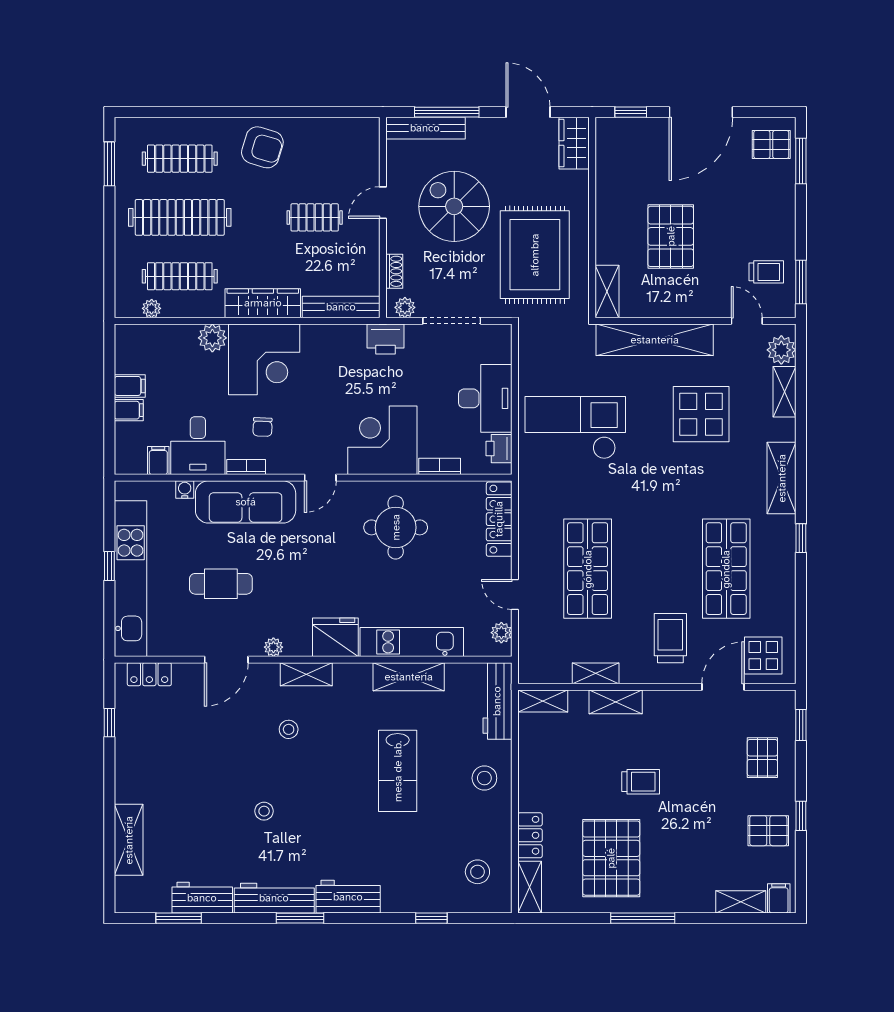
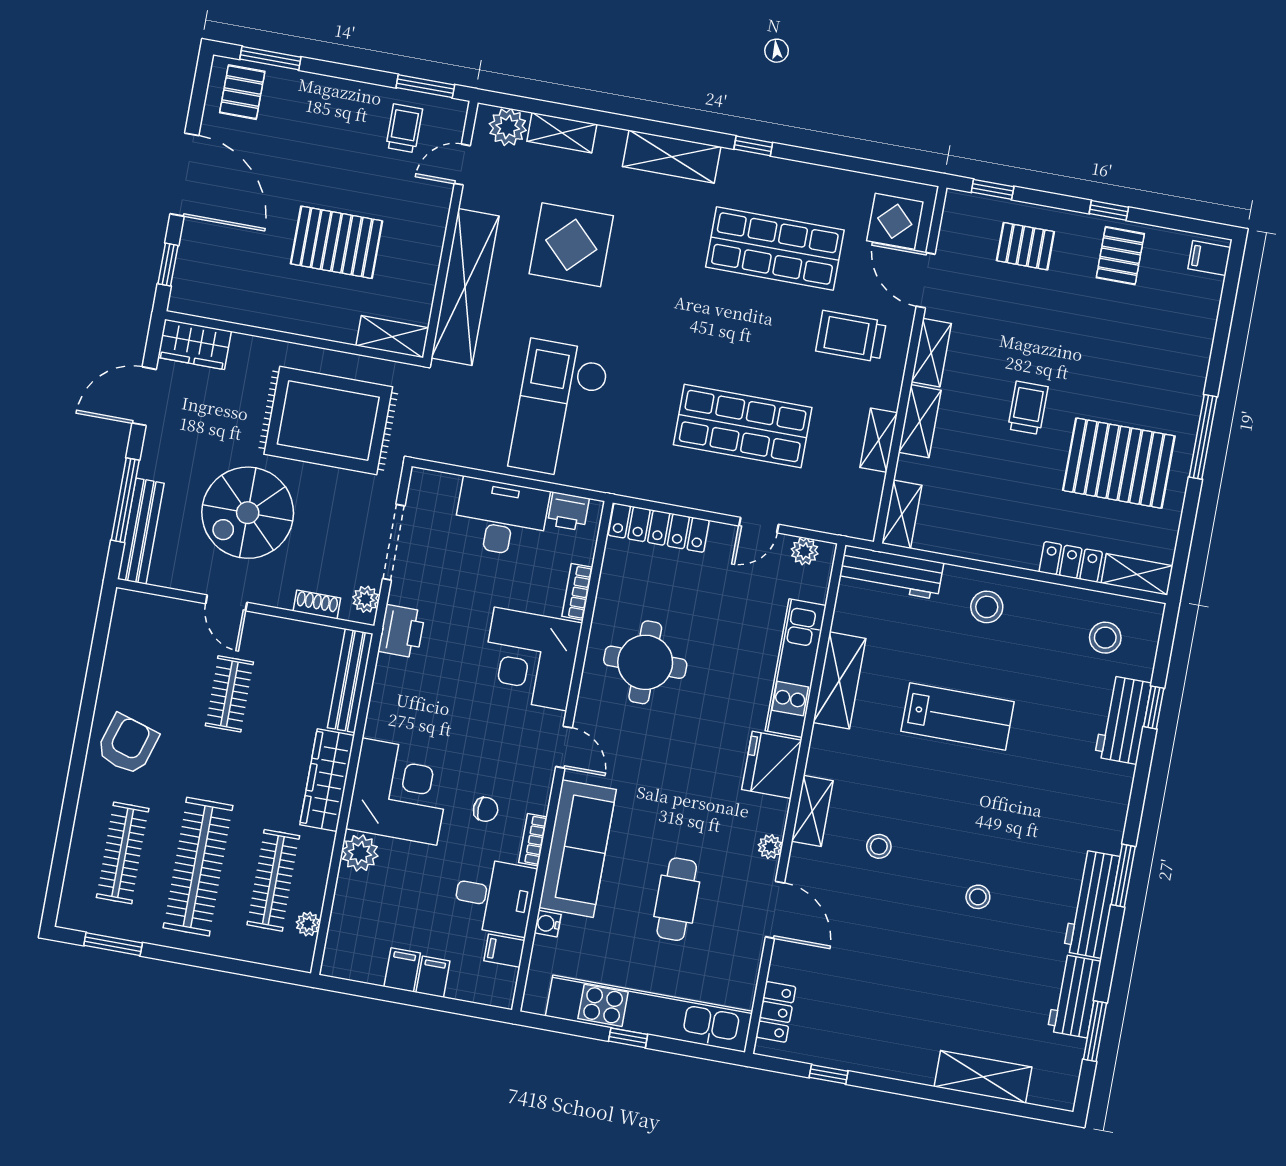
workbench: (348, 897) -> (1123, 720), moved
shelving: (741, 902) -> (931, 353), moved

